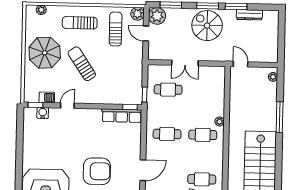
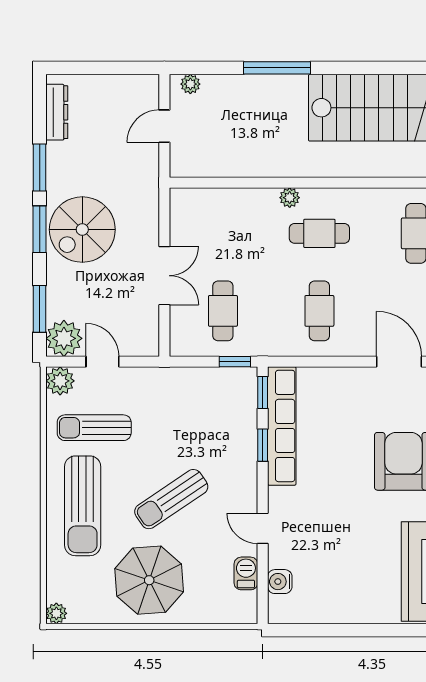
plant: (41, 10) -> (56, 613), moved
dresser: (249, 15) -> (57, 112), moved
sun lounger: (80, 23) -> (83, 506), width x1.36, depth x1.34
door: (146, 34) -> (102, 362), swing flipped
door: (241, 64) -> (164, 126), moved
window: (35, 105) -> (263, 445), moved
row of seats: (122, 116) -> (282, 426), width x1.36
cafe table: (203, 135) -> (319, 233), turned 90

